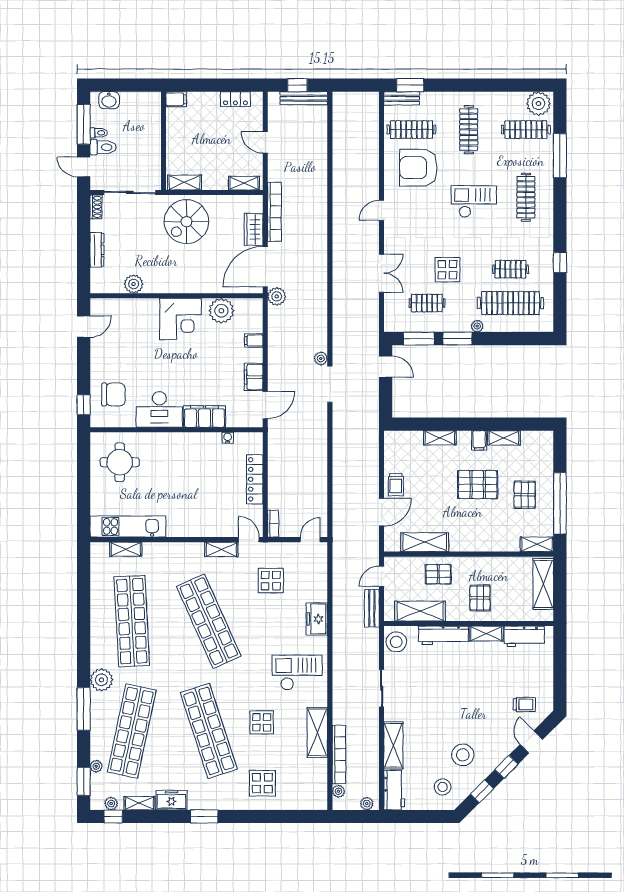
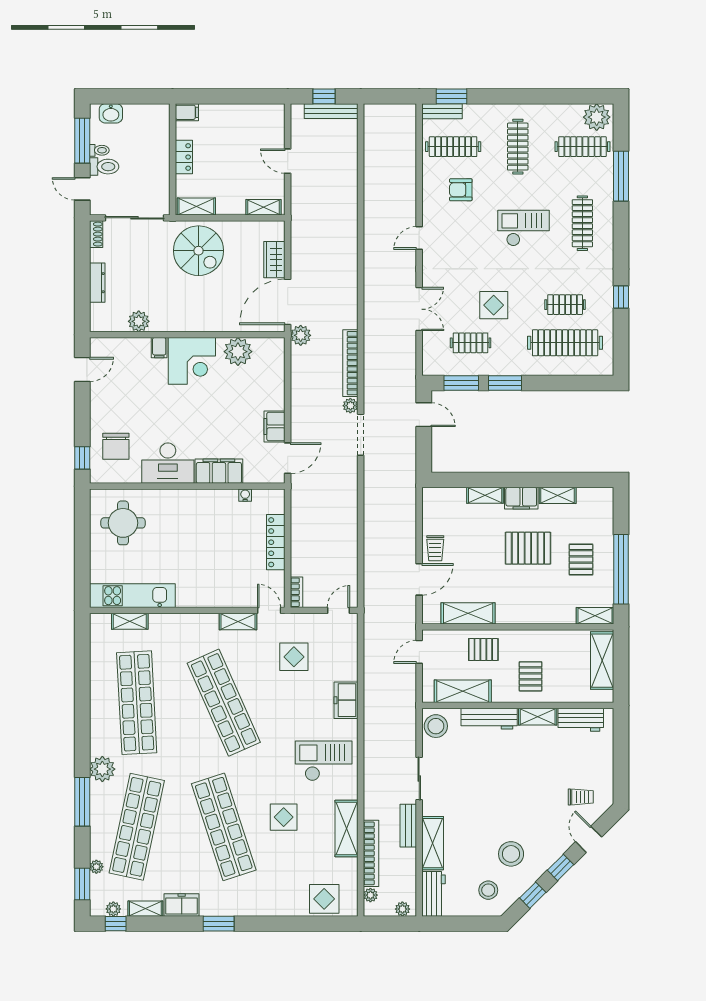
locker: (235, 99) -> (184, 157), moved, turned -90
armchair: (418, 168) -> (461, 190), width x0.53, depth x0.53
bookcase: (274, 212) -> (350, 363), moved, turned 180
spiral stairs: (186, 222) -> (198, 251), turned -90
plant: (477, 326) -> (527, 369), removed
filing cabinet: (254, 341) -> (159, 348), moved, turned -90
chair: (113, 394) -> (116, 446), turned 90
filing cabinet: (479, 440) -> (521, 498), width x2.00
bench: (372, 608) -> (408, 826), moved
display table: (262, 783) -> (324, 899), moved

